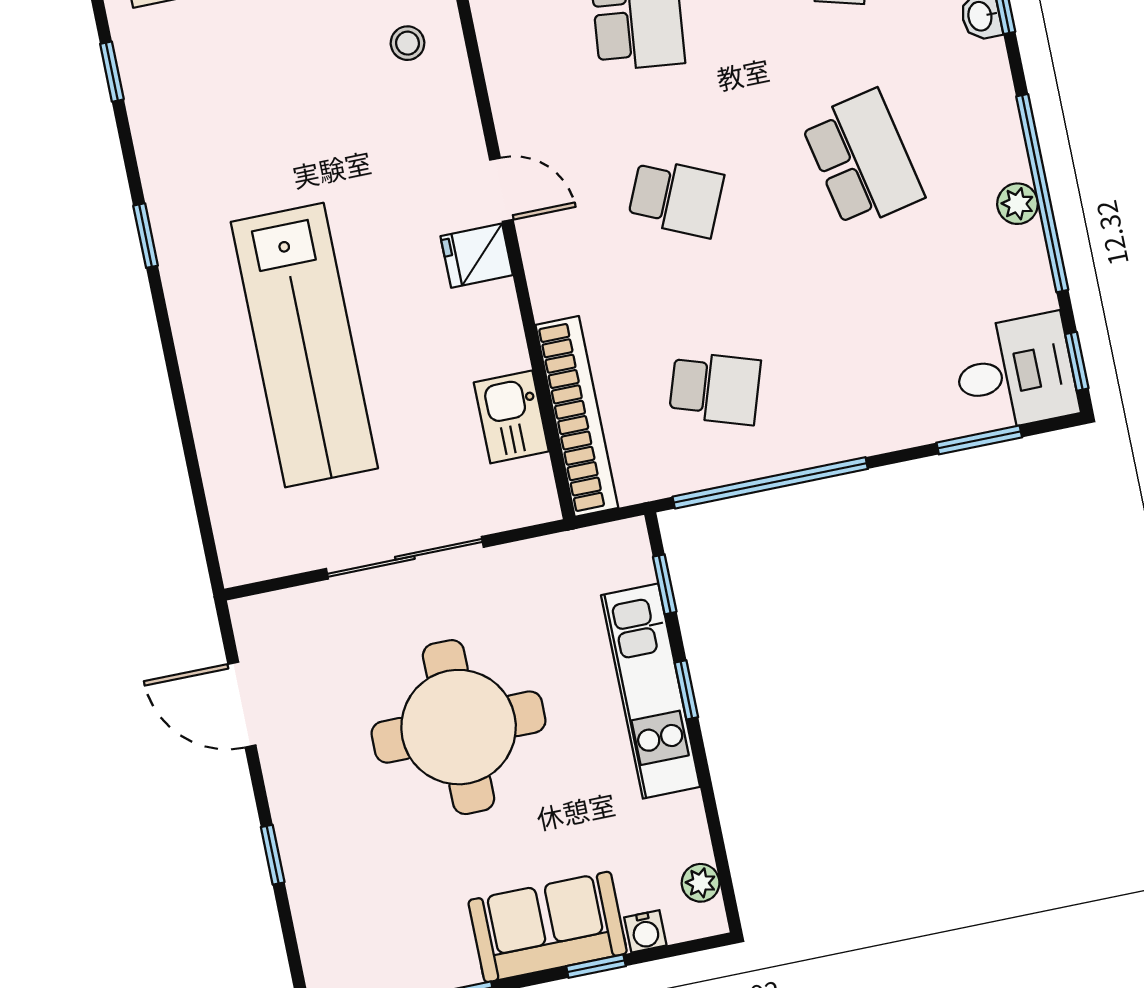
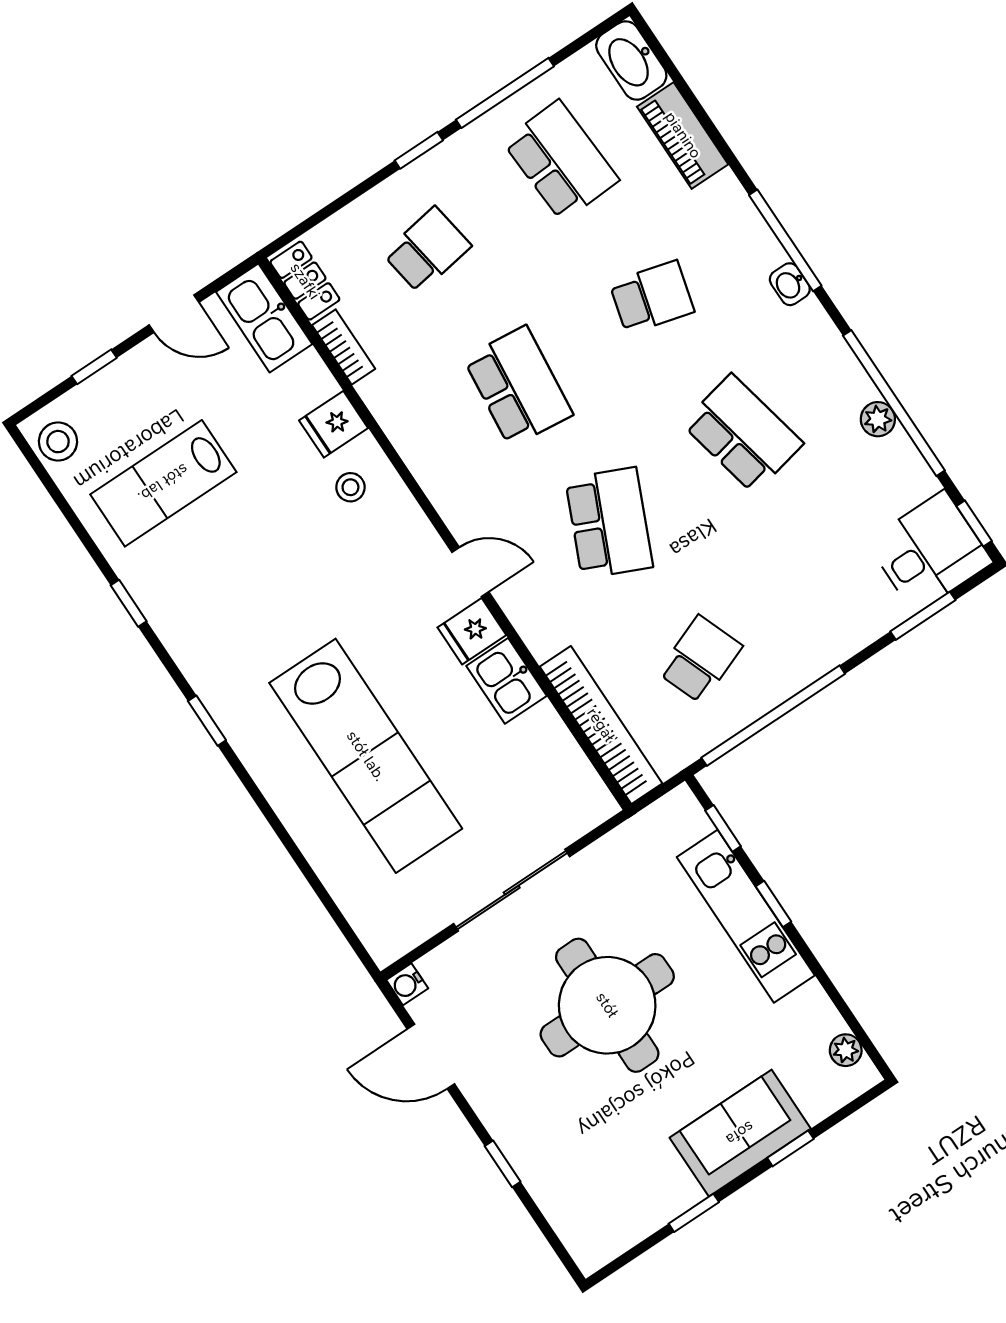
school desk: (676, 198) -> (609, 523), width x1.85
school desk: (715, 388) -> (700, 659), turned -39
kitchen sink: (511, 417) -> (506, 681), moved
water cooler: (645, 931) -> (407, 984), moved, turned 90

